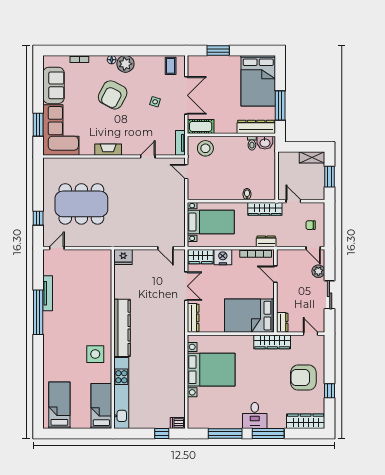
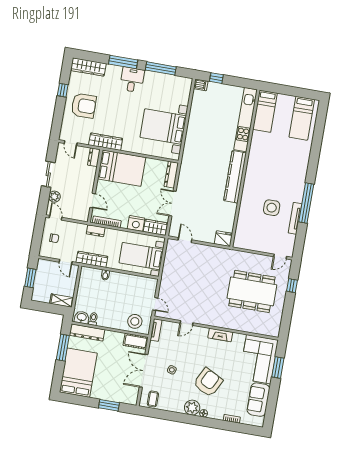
shelving: (312, 157) -> (62, 301), moved
side table: (95, 354) -> (272, 208), moved

